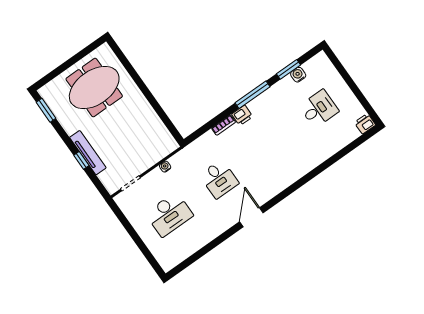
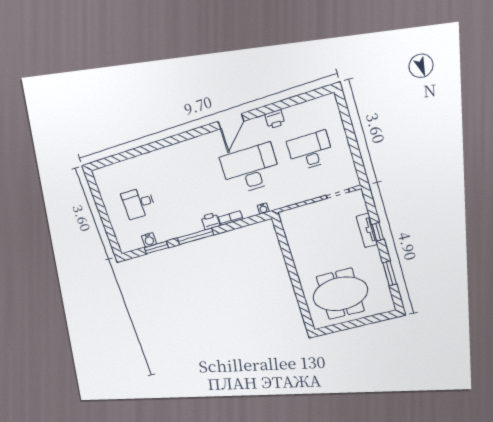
window: (46, 110) -> (390, 273), moved
printer: (365, 124) -> (275, 119), moved
tv unit: (88, 153) -> (367, 230), width x0.71
water cooler: (165, 167) -> (263, 209), moved
desk: (219, 179) -> (251, 169), width x1.87, depth x1.30

